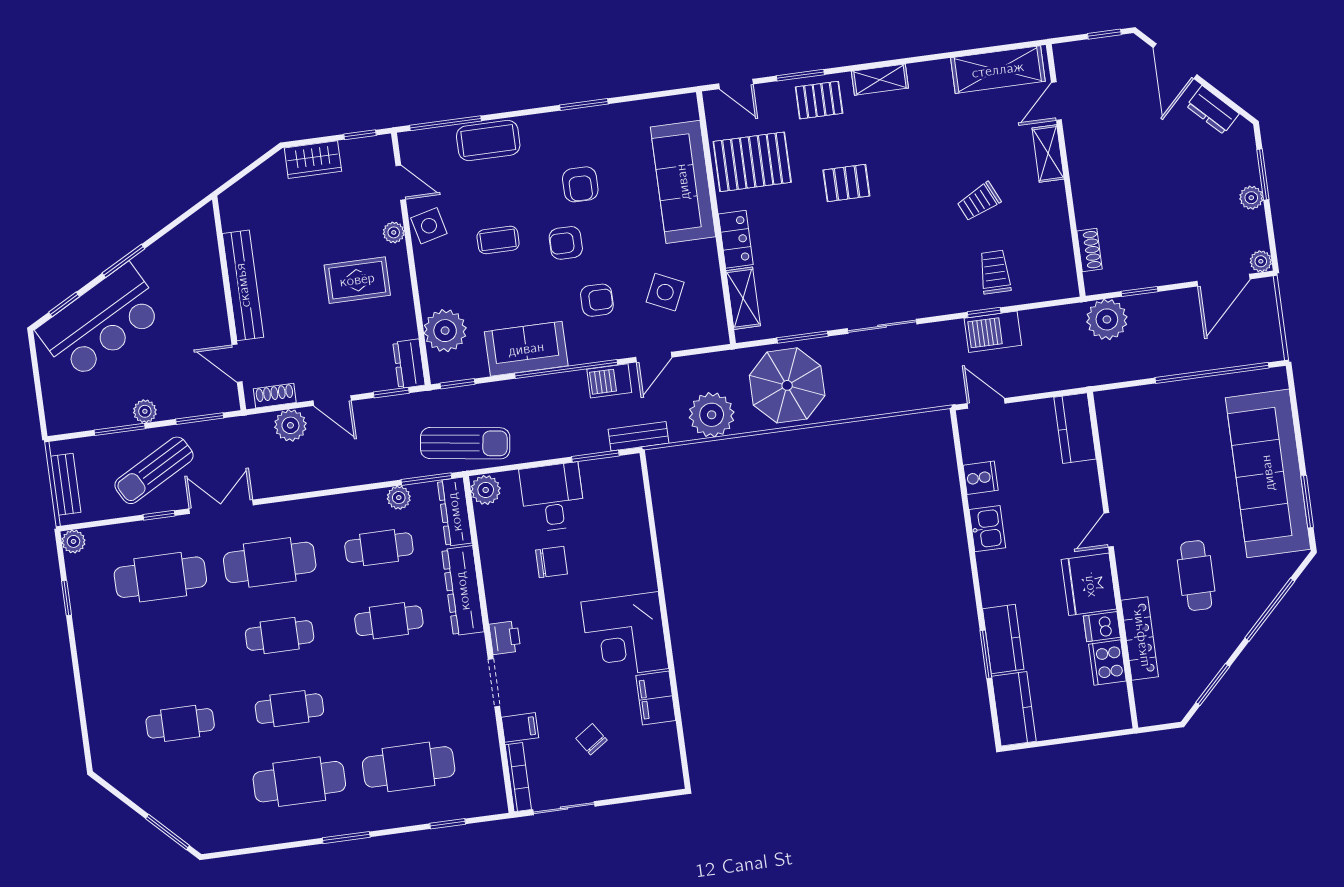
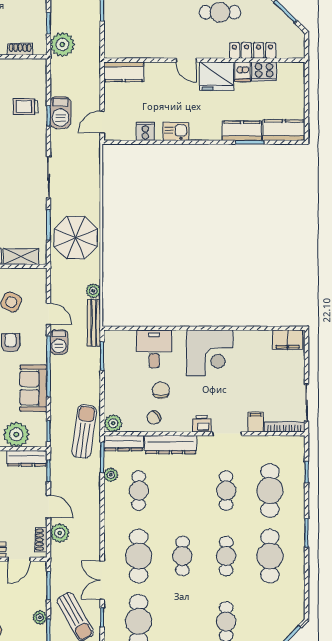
dresser: (409, 364) -> (27, 458), width x1.44
door: (332, 401) -> (48, 506), hinge flipped
plant: (712, 415) -> (93, 291), width x0.53, depth x0.53
bench: (639, 436) -> (94, 323), width x1.36
desk: (552, 497) -> (154, 349), moved, turned 90
cafe table: (389, 621) -> (226, 491), moved
filing cabinet: (656, 698) -> (288, 340), moved
chair: (591, 739) -> (154, 418), moved

